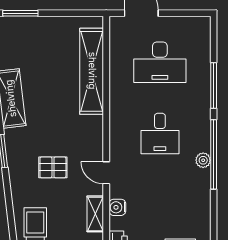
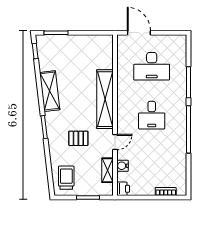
shelving: (92, 71) -> (105, 99), moved
plant: (203, 160) -> (181, 133), removed
door: (106, 173) -> (115, 142), swing flipped

